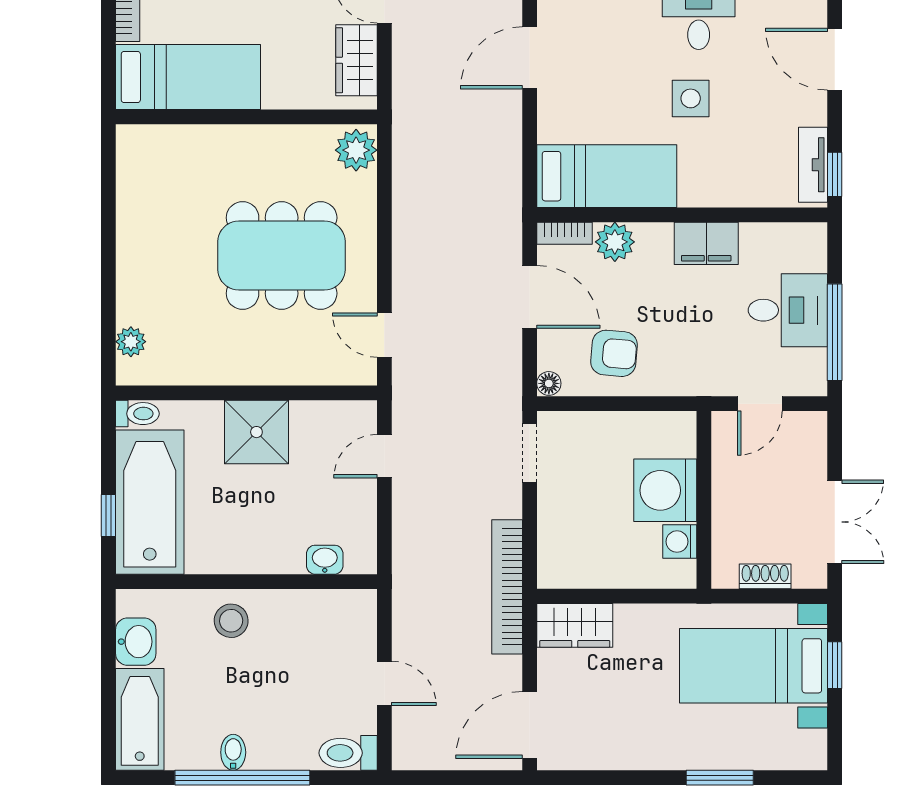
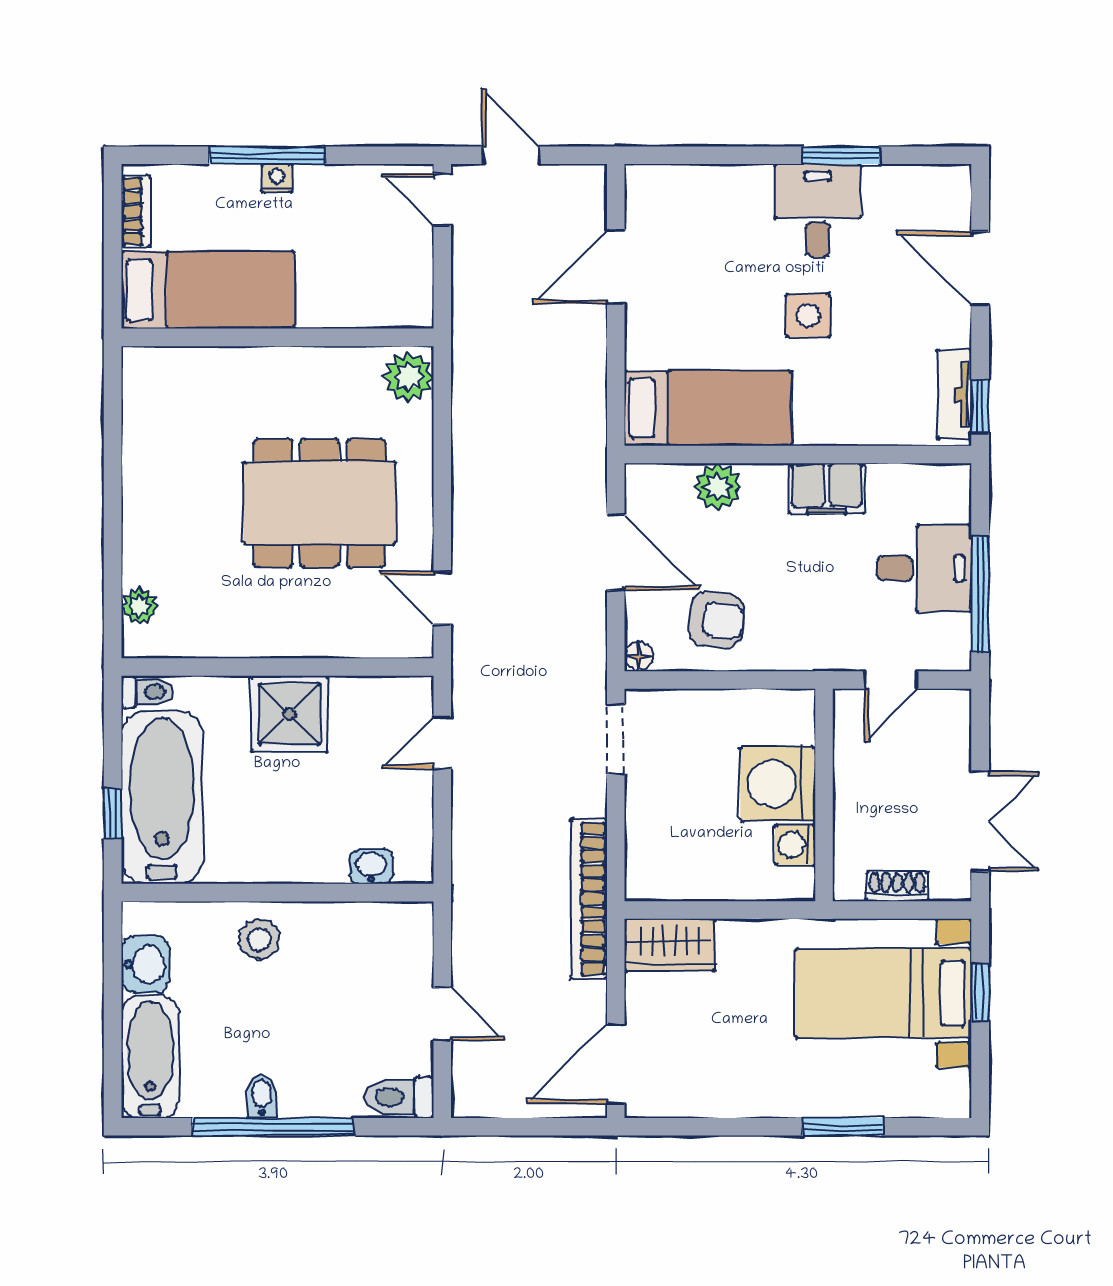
wardrobe: (356, 60) -> (409, 270), removed
bookcase: (565, 233) -> (657, 476), removed

